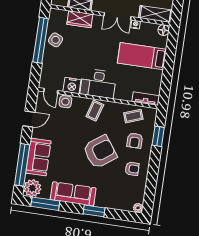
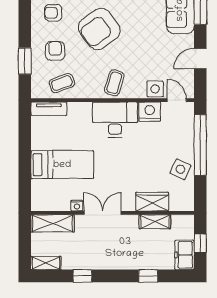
floor lamp: (164, 30) -> (38, 204), removed
window: (41, 40) -> (200, 145), moved

